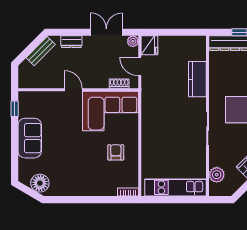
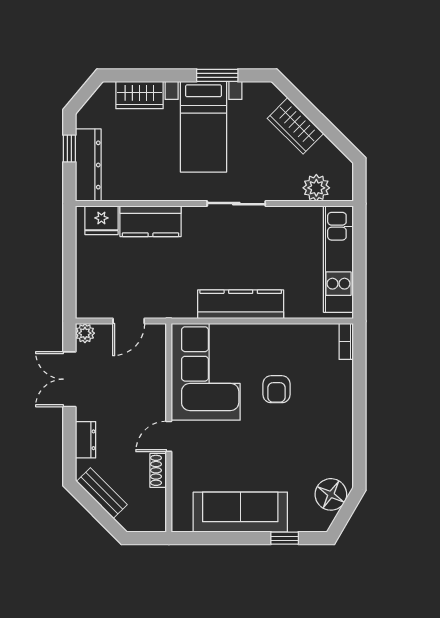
fridge: (149, 45) -> (101, 220), moved, turned 180
shoe rack: (119, 84) -> (158, 470), moved
window: (15, 109) -> (285, 538), moved
kitchen counter: (149, 131) -> (241, 304), added
sofa: (30, 138) -> (240, 512), width x1.36
armchair: (116, 152) -> (276, 389), moved, turned -90

